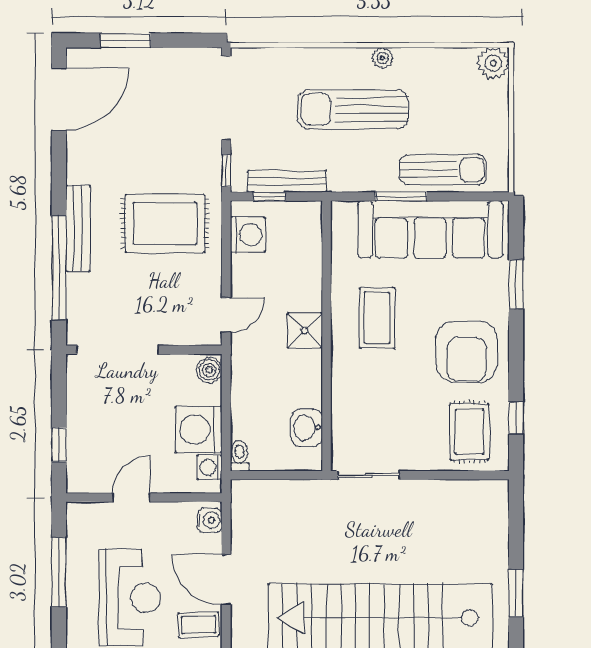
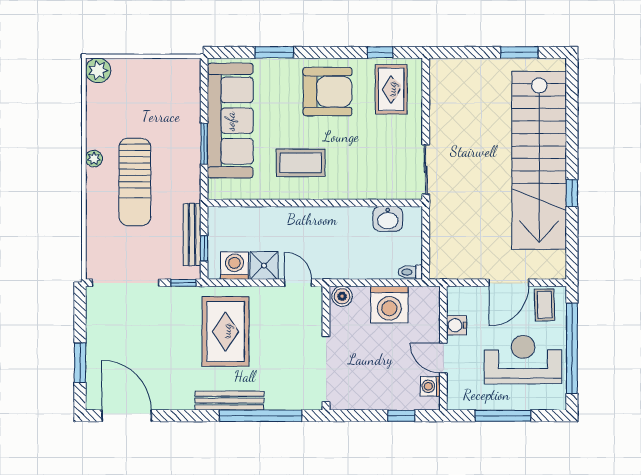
sun lounger: (443, 170) -> (183, 110), removed
shower: (305, 331) -> (264, 265), moved
rug: (469, 432) -> (391, 89), turned 90
washing machine: (210, 467) -> (430, 386), moved, turned 90
water cooler: (210, 520) -> (457, 325), moved, turned -90

